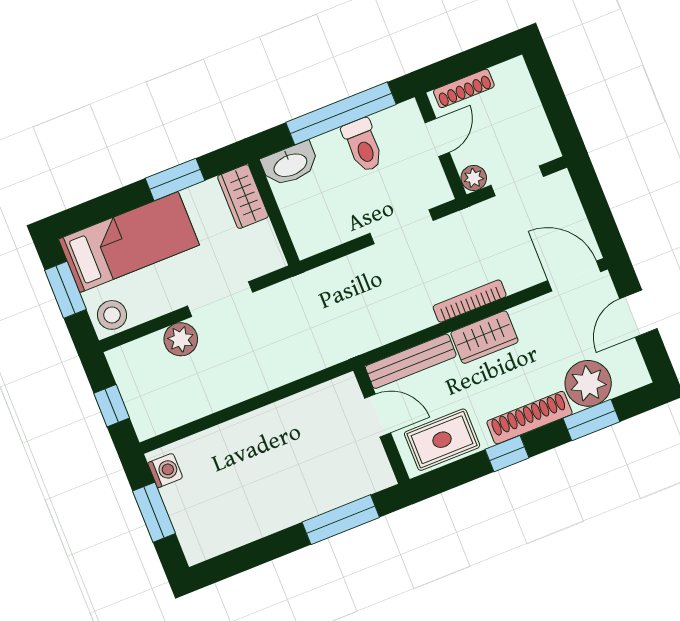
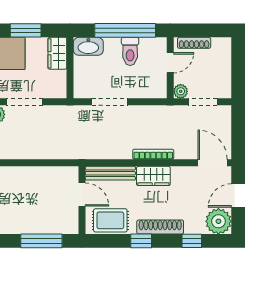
doorway: (402, 227) -> (109, 102), moved
plant: (588, 383) -> (218, 221), moved
window: (591, 420) -> (192, 241), width x0.67

